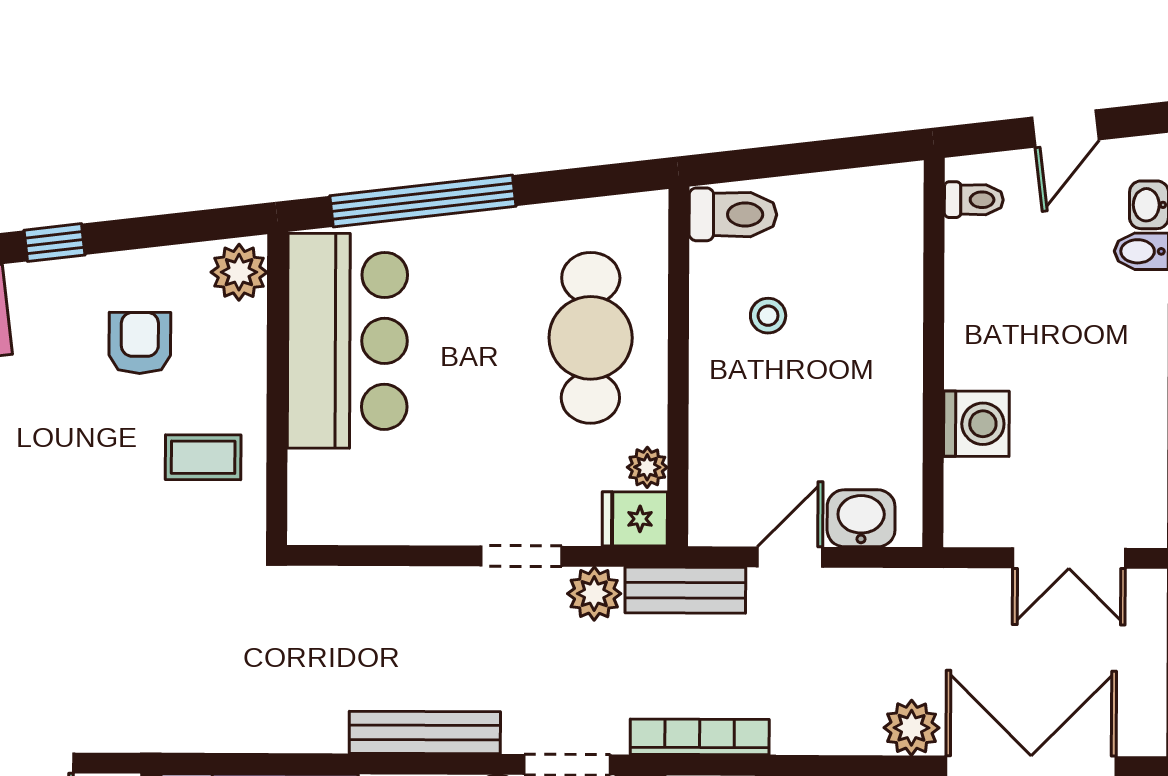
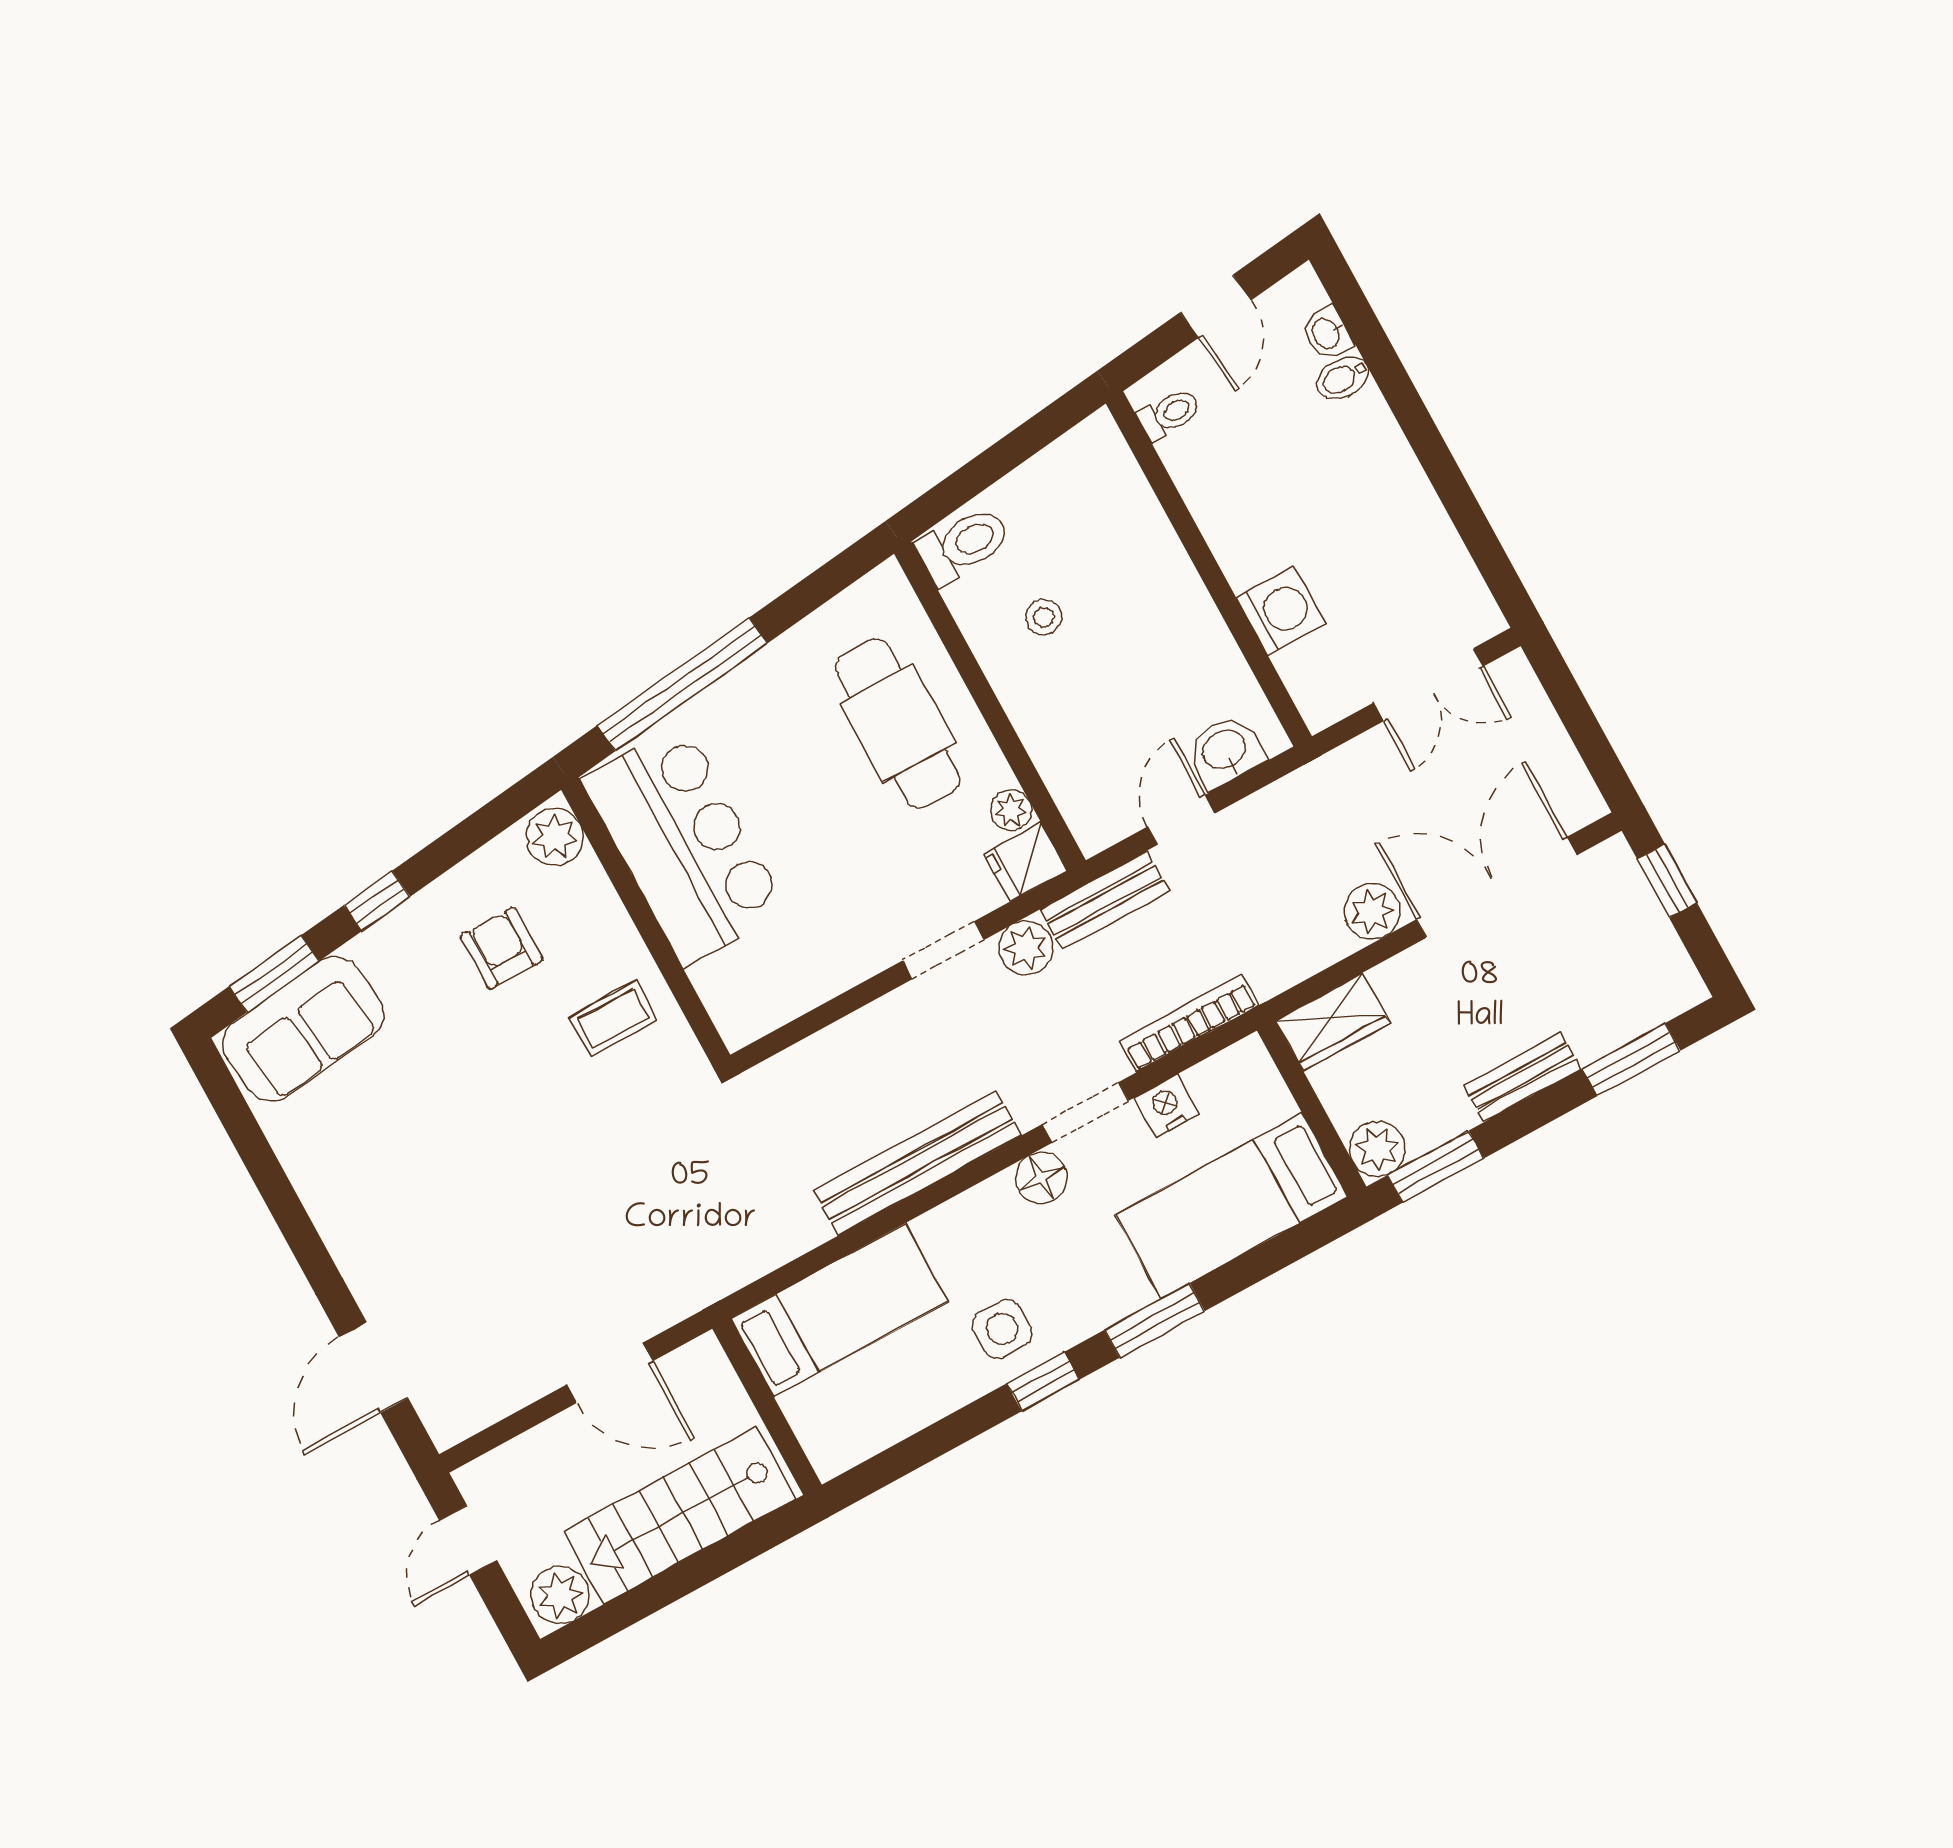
bench: (425, 733) -> (917, 1163), width x1.37, depth x1.21

